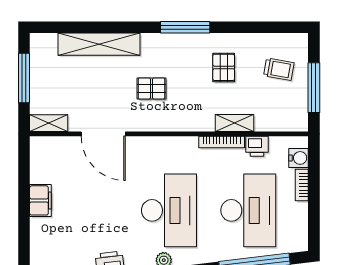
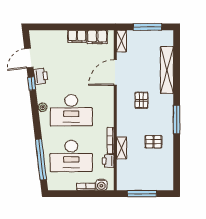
trolley: (279, 69) -> (152, 173), removed
filing cabinet: (41, 165) -> (97, 37), added

